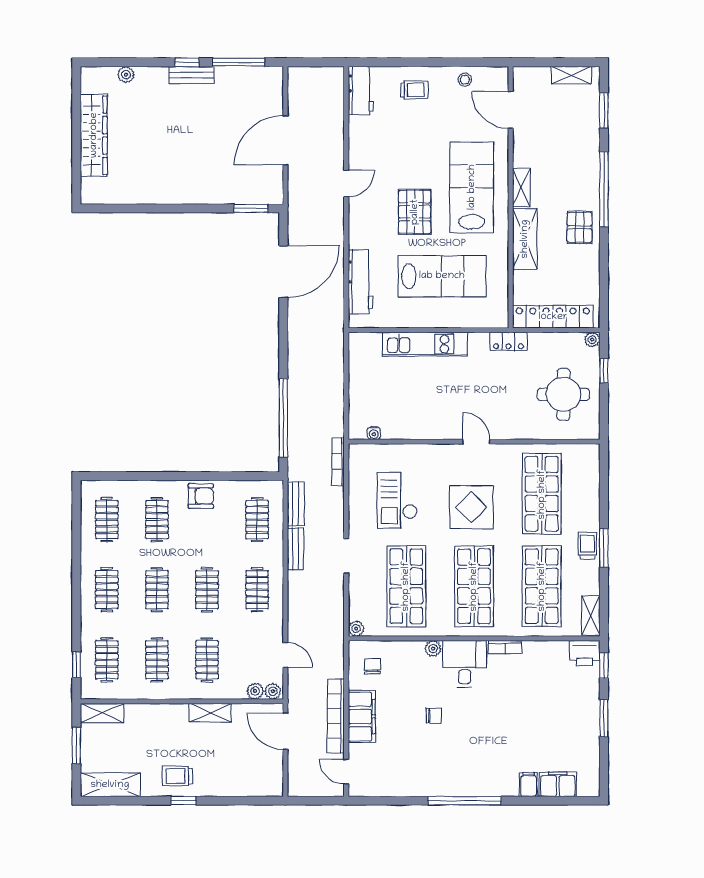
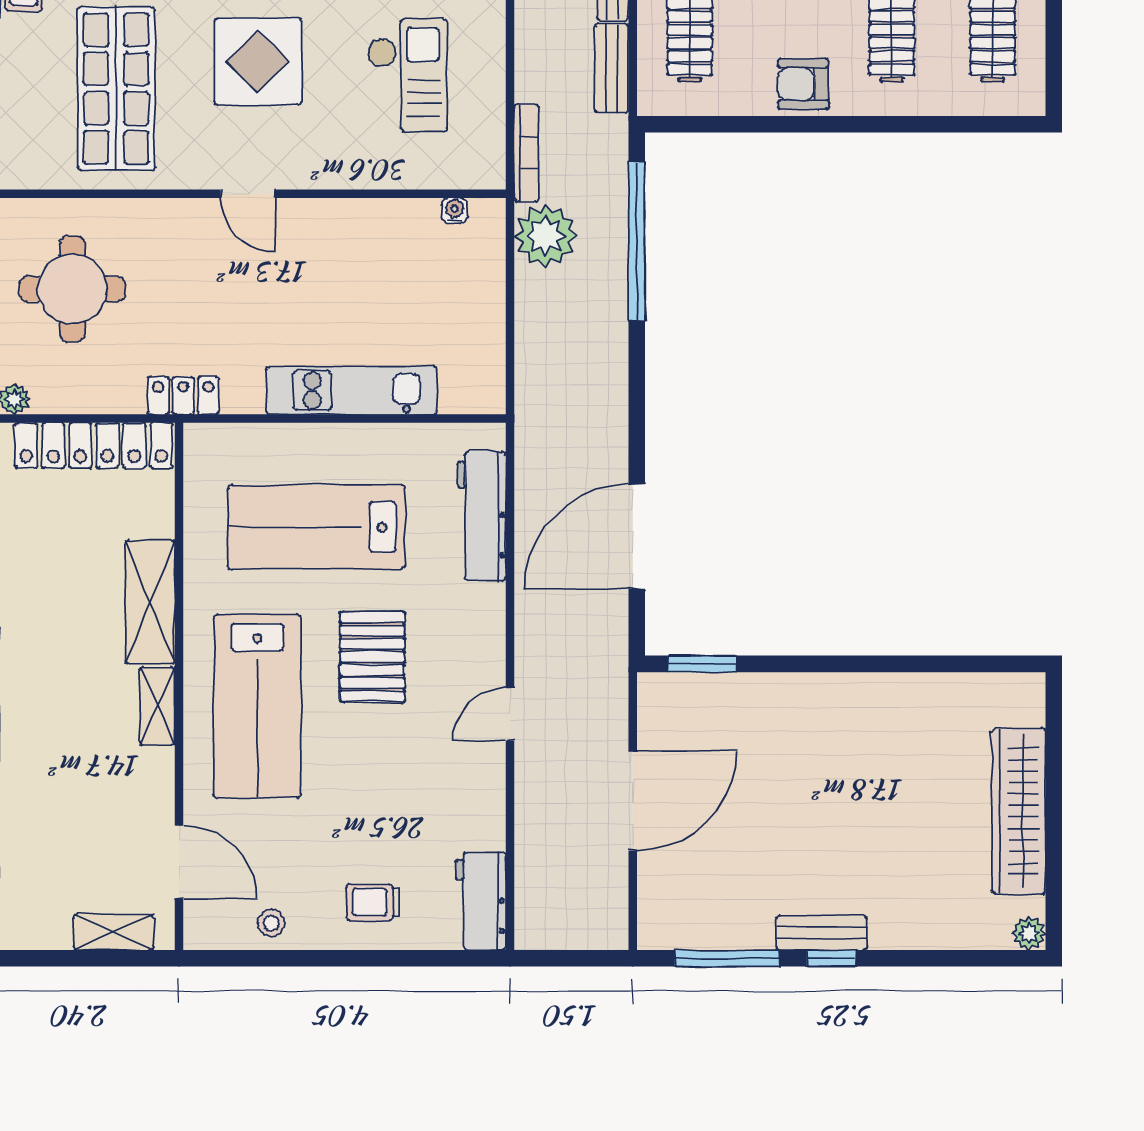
plant: (126, 75) -> (1029, 933), moved
shelving: (571, 75) -> (114, 932), moved
pallet: (580, 227) -> (40, 626), removed
plant: (329, 421) -> (546, 236), added

